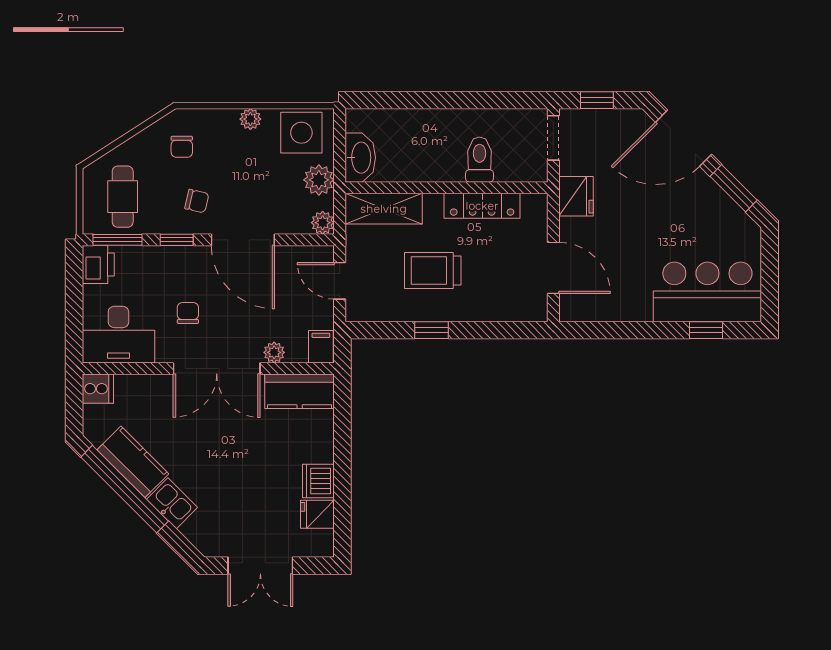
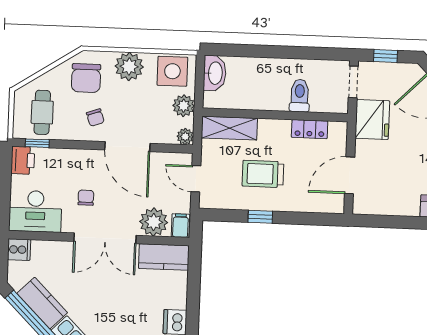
plant: (250, 119) -> (129, 67), width x1.88, depth x1.88
chair: (182, 147) -> (86, 78), width x1.87, depth x1.87
washbasin: (360, 158) -> (215, 73), moved
fridge: (576, 196) -> (372, 119), width x1.36, depth x1.34
chair: (197, 201) -> (95, 118), turned 58
locker: (482, 206) -> (310, 129), width x0.66
window: (117, 240) -> (37, 143), width x0.67
window: (177, 240) -> (80, 145), removed
door: (553, 268) -> (350, 175), swing flipped
plant: (274, 352) -> (154, 222), width x1.87, depth x1.87

